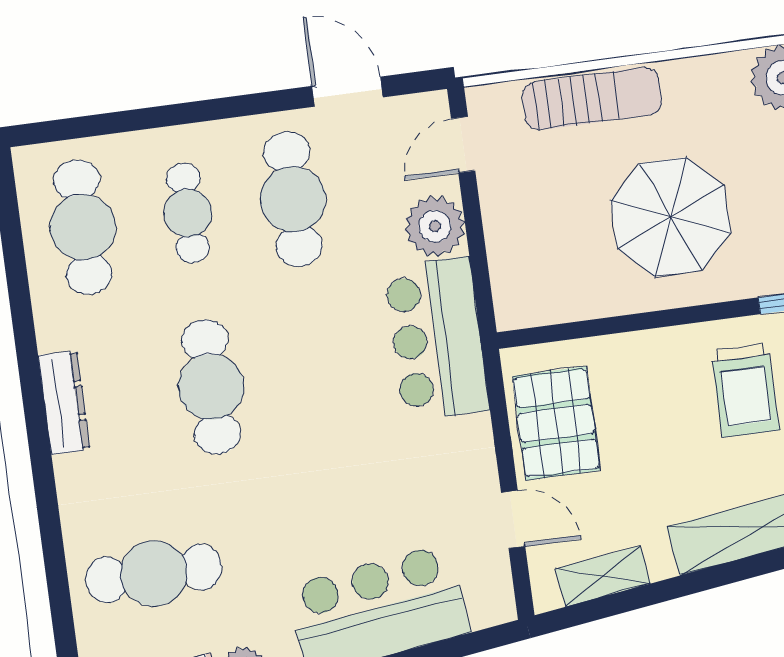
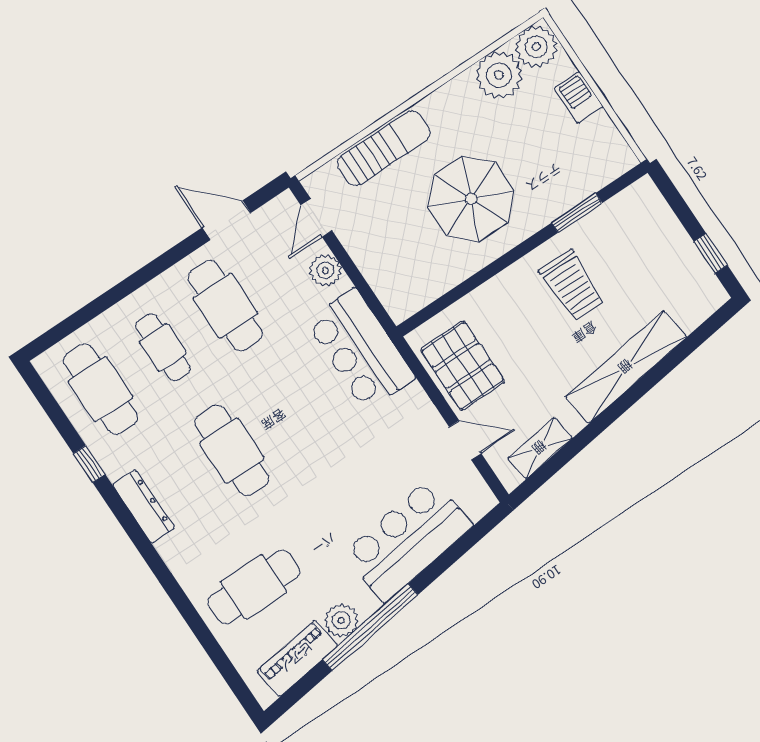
plant: (435, 226) -> (325, 271), width x0.73, depth x0.73
window: (22, 315) -> (89, 464), added

